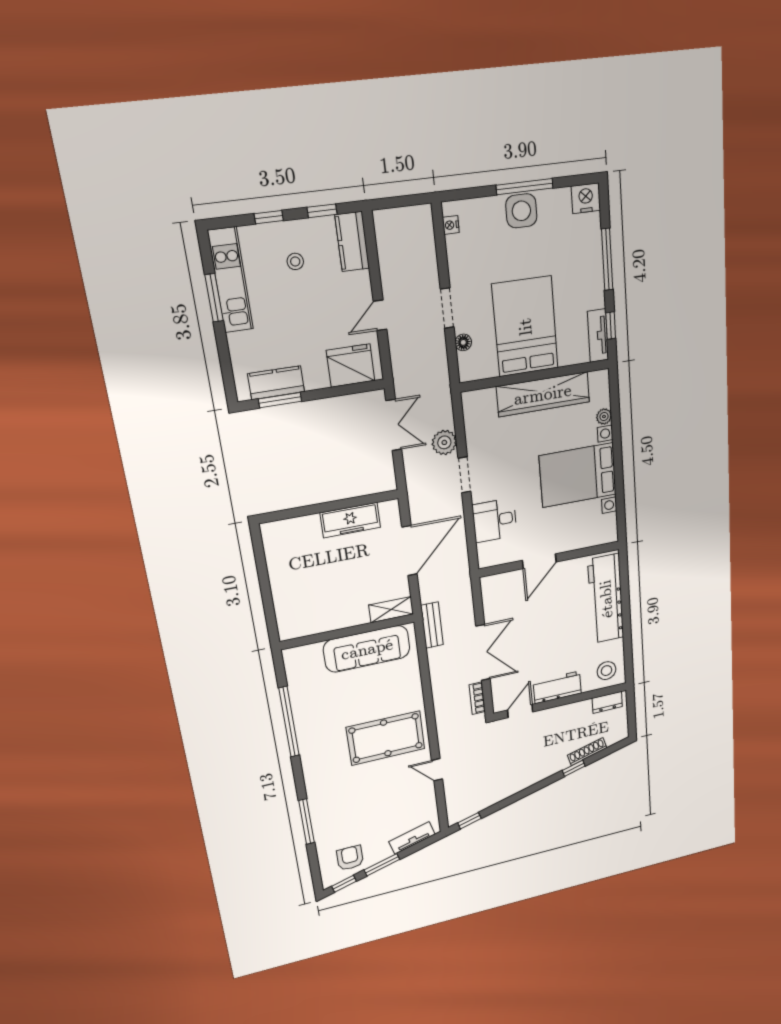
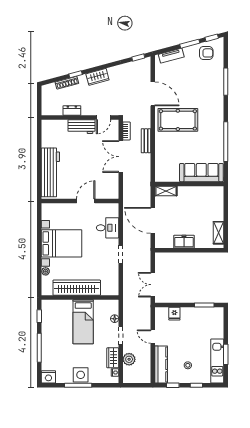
kitchen counter: (352, 242) -> (161, 364), width x1.50
wardrobe: (459, 257) -> (113, 358), added
door: (380, 315) -> (153, 337), swing flipped
bed: (525, 327) -> (83, 322), width x0.67
tv unit: (598, 336) -> (46, 312), removed
fridge: (351, 366) -> (174, 314), width x0.53, depth x0.75
kitchen counter: (276, 383) -> (205, 313), removed
plant: (444, 442) -> (129, 359), moved
freezer: (350, 520) -> (184, 242), width x0.71
door: (409, 551) -> (153, 220), hinge flipped
shelving: (275, 552) -> (218, 233), added
bench: (432, 625) -> (146, 141), moved
sofa: (367, 649) -> (201, 173), moved
stool: (606, 671) -> (52, 130), removed
dresser: (607, 702) -> (72, 111), moved
door: (437, 770) -> (153, 94), width x1.88
wardrobe: (536, 773) -> (97, 77), added
armchair: (350, 858) -> (206, 53), turned -90

